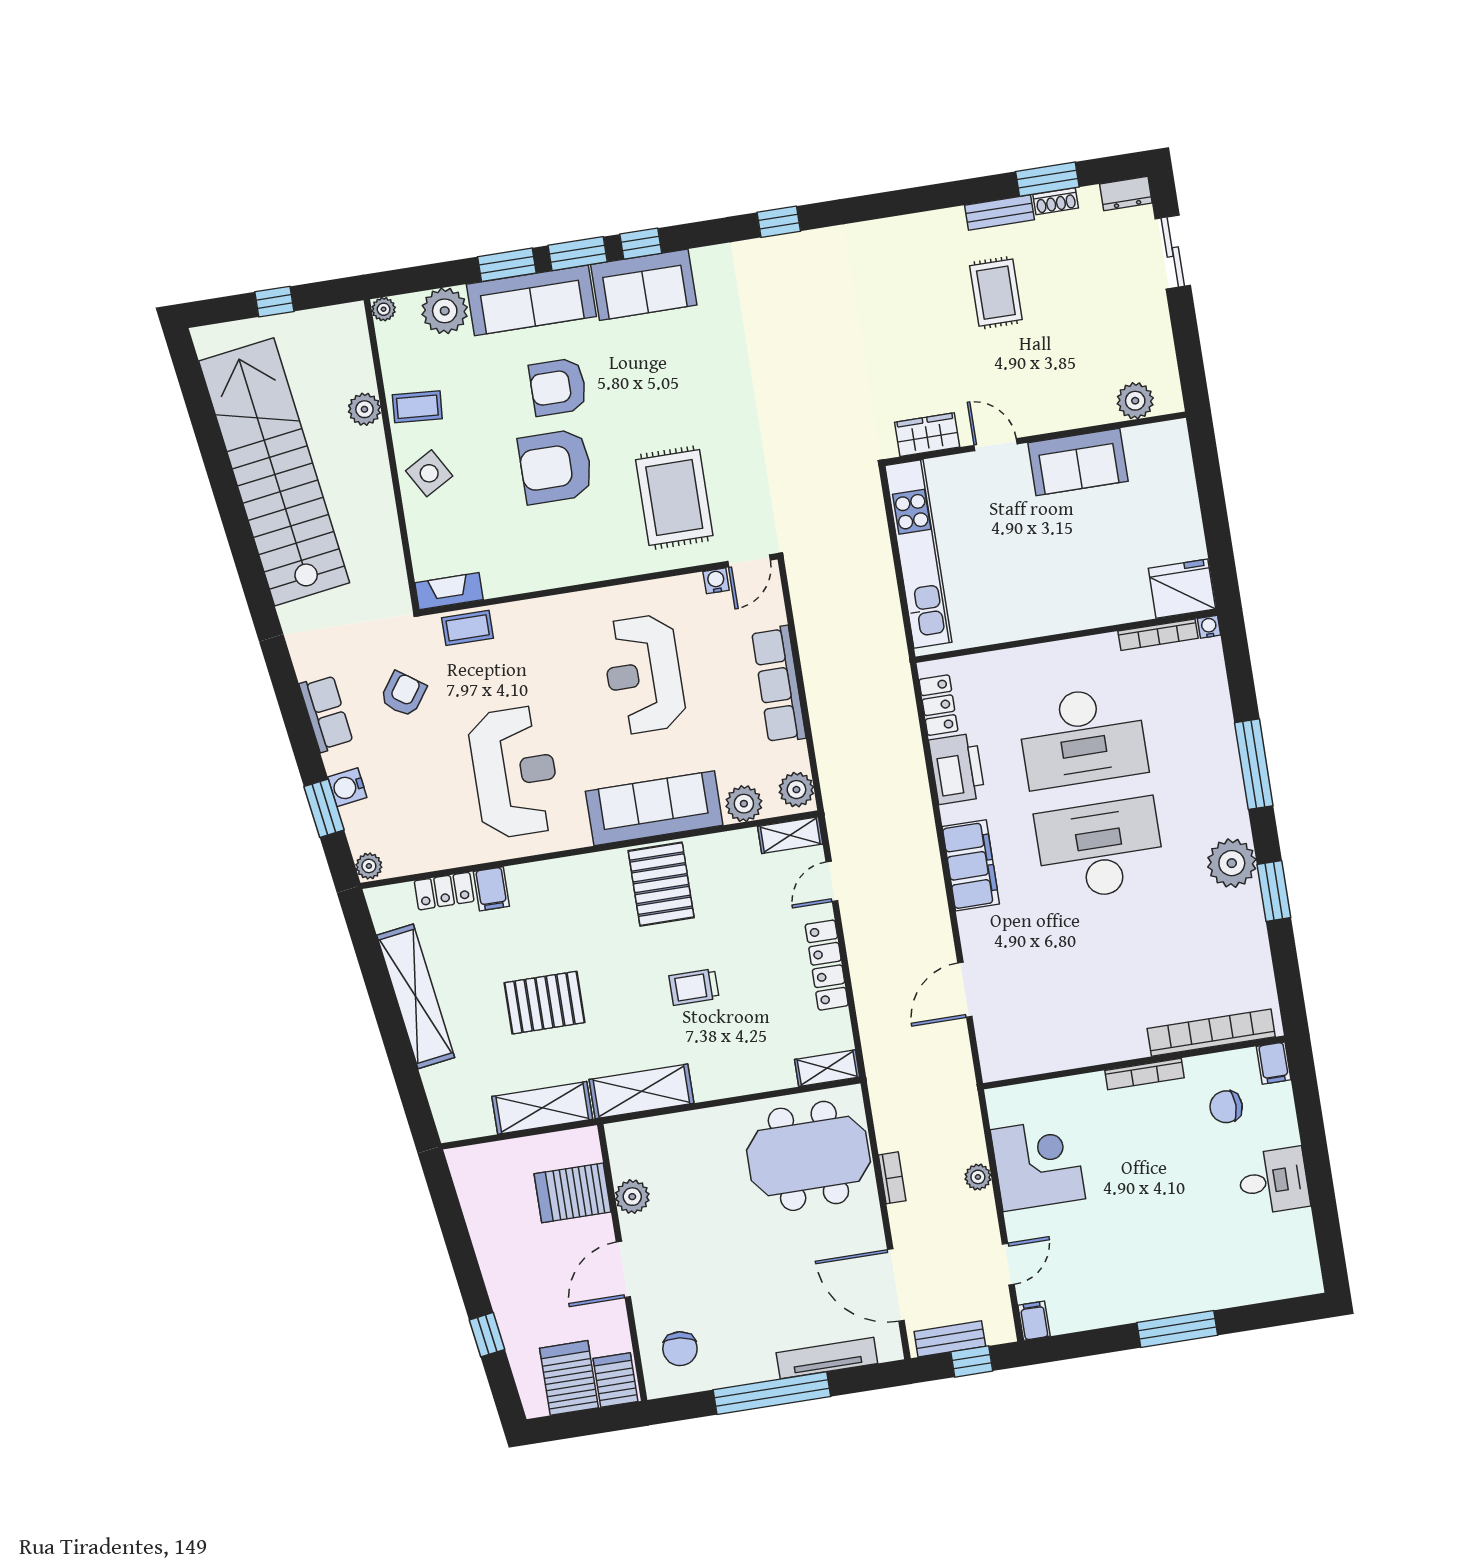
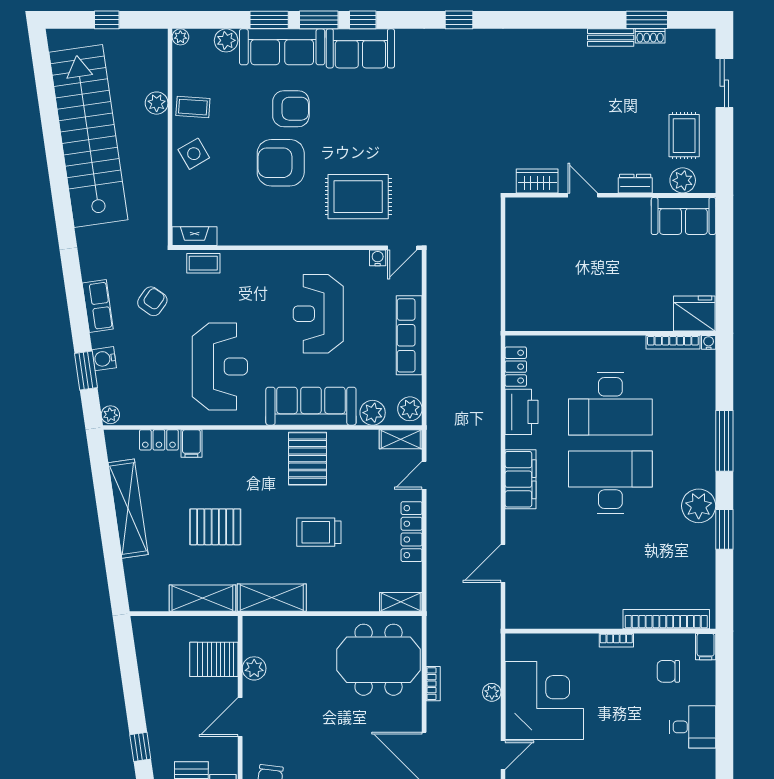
dresser: (1126, 194) -> (635, 184), moved, turned 180
rug: (996, 293) -> (684, 136), moved
plant: (445, 311) -> (226, 40), width x0.73, depth x0.73
armchair: (558, 387) -> (291, 109), turned 180
sofa: (1078, 462) -> (683, 216), moved
rug: (674, 498) -> (358, 197), turned 90
kitchen unit: (918, 554) -> (518, 261), removed
trolley: (694, 987) -> (319, 532), width x1.36, depth x1.39
bookcase: (1144, 1074) -> (616, 640), width x0.64
corner desk: (1038, 1164) -> (544, 700), width x1.36, depth x1.36

